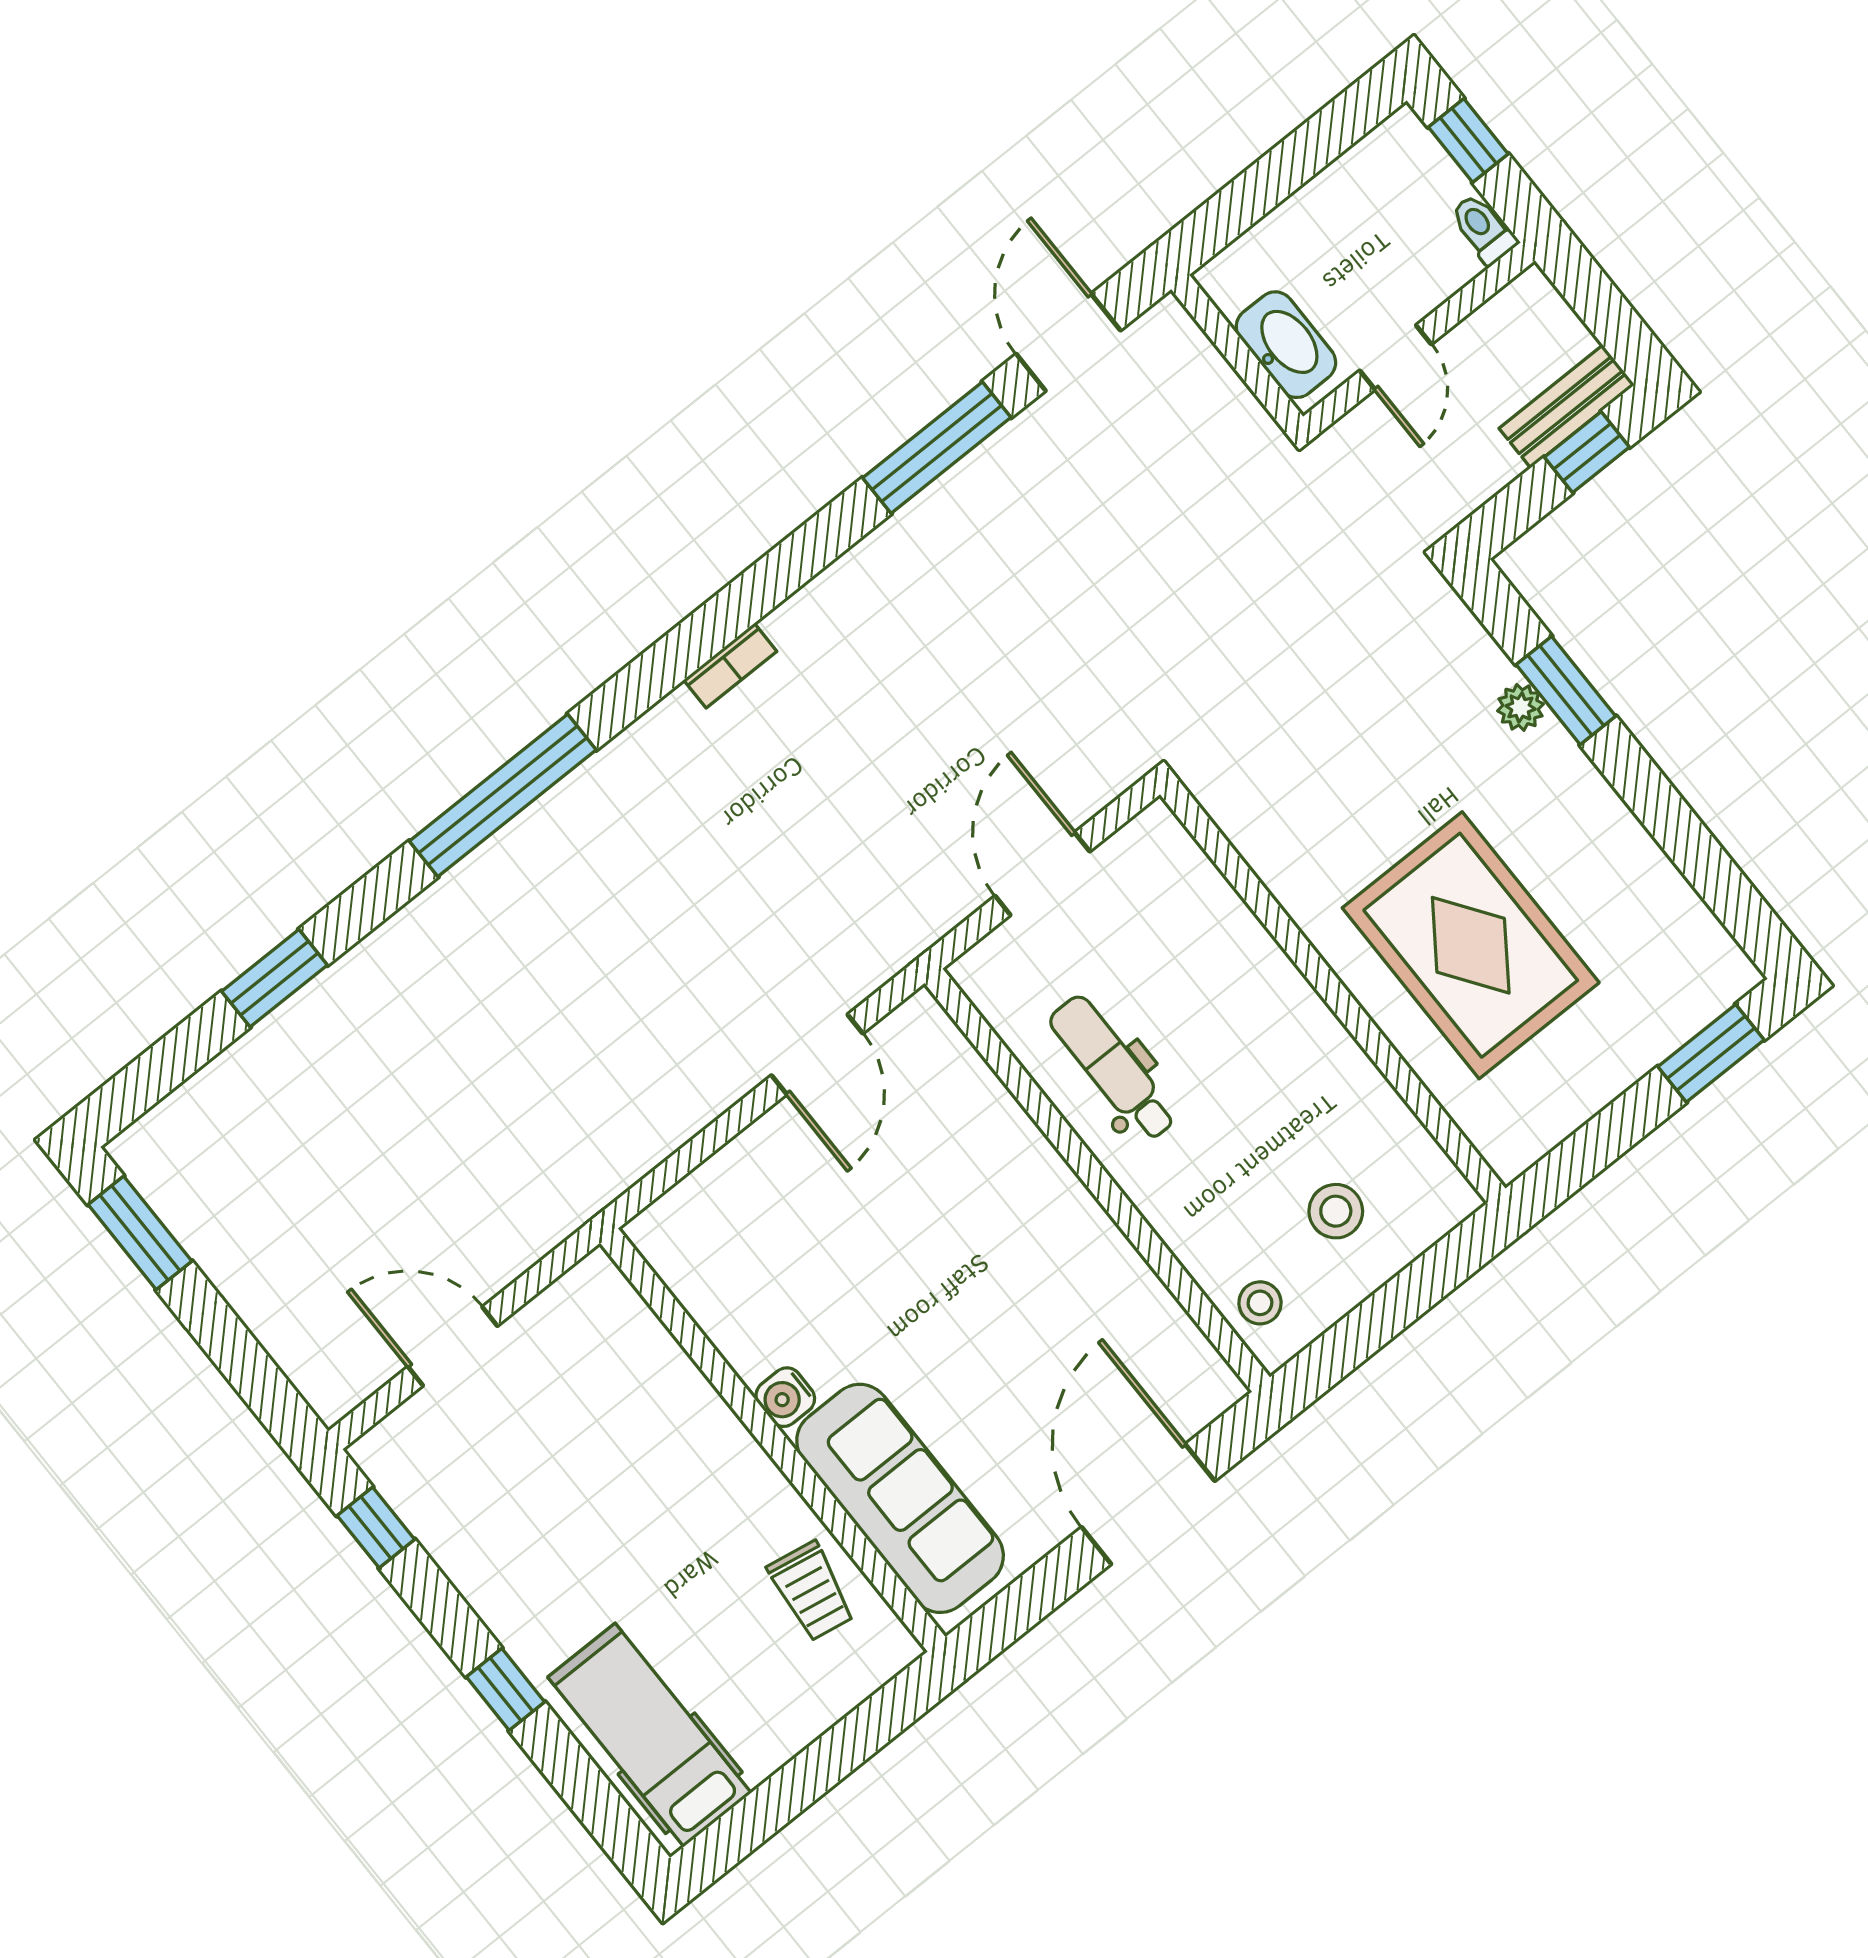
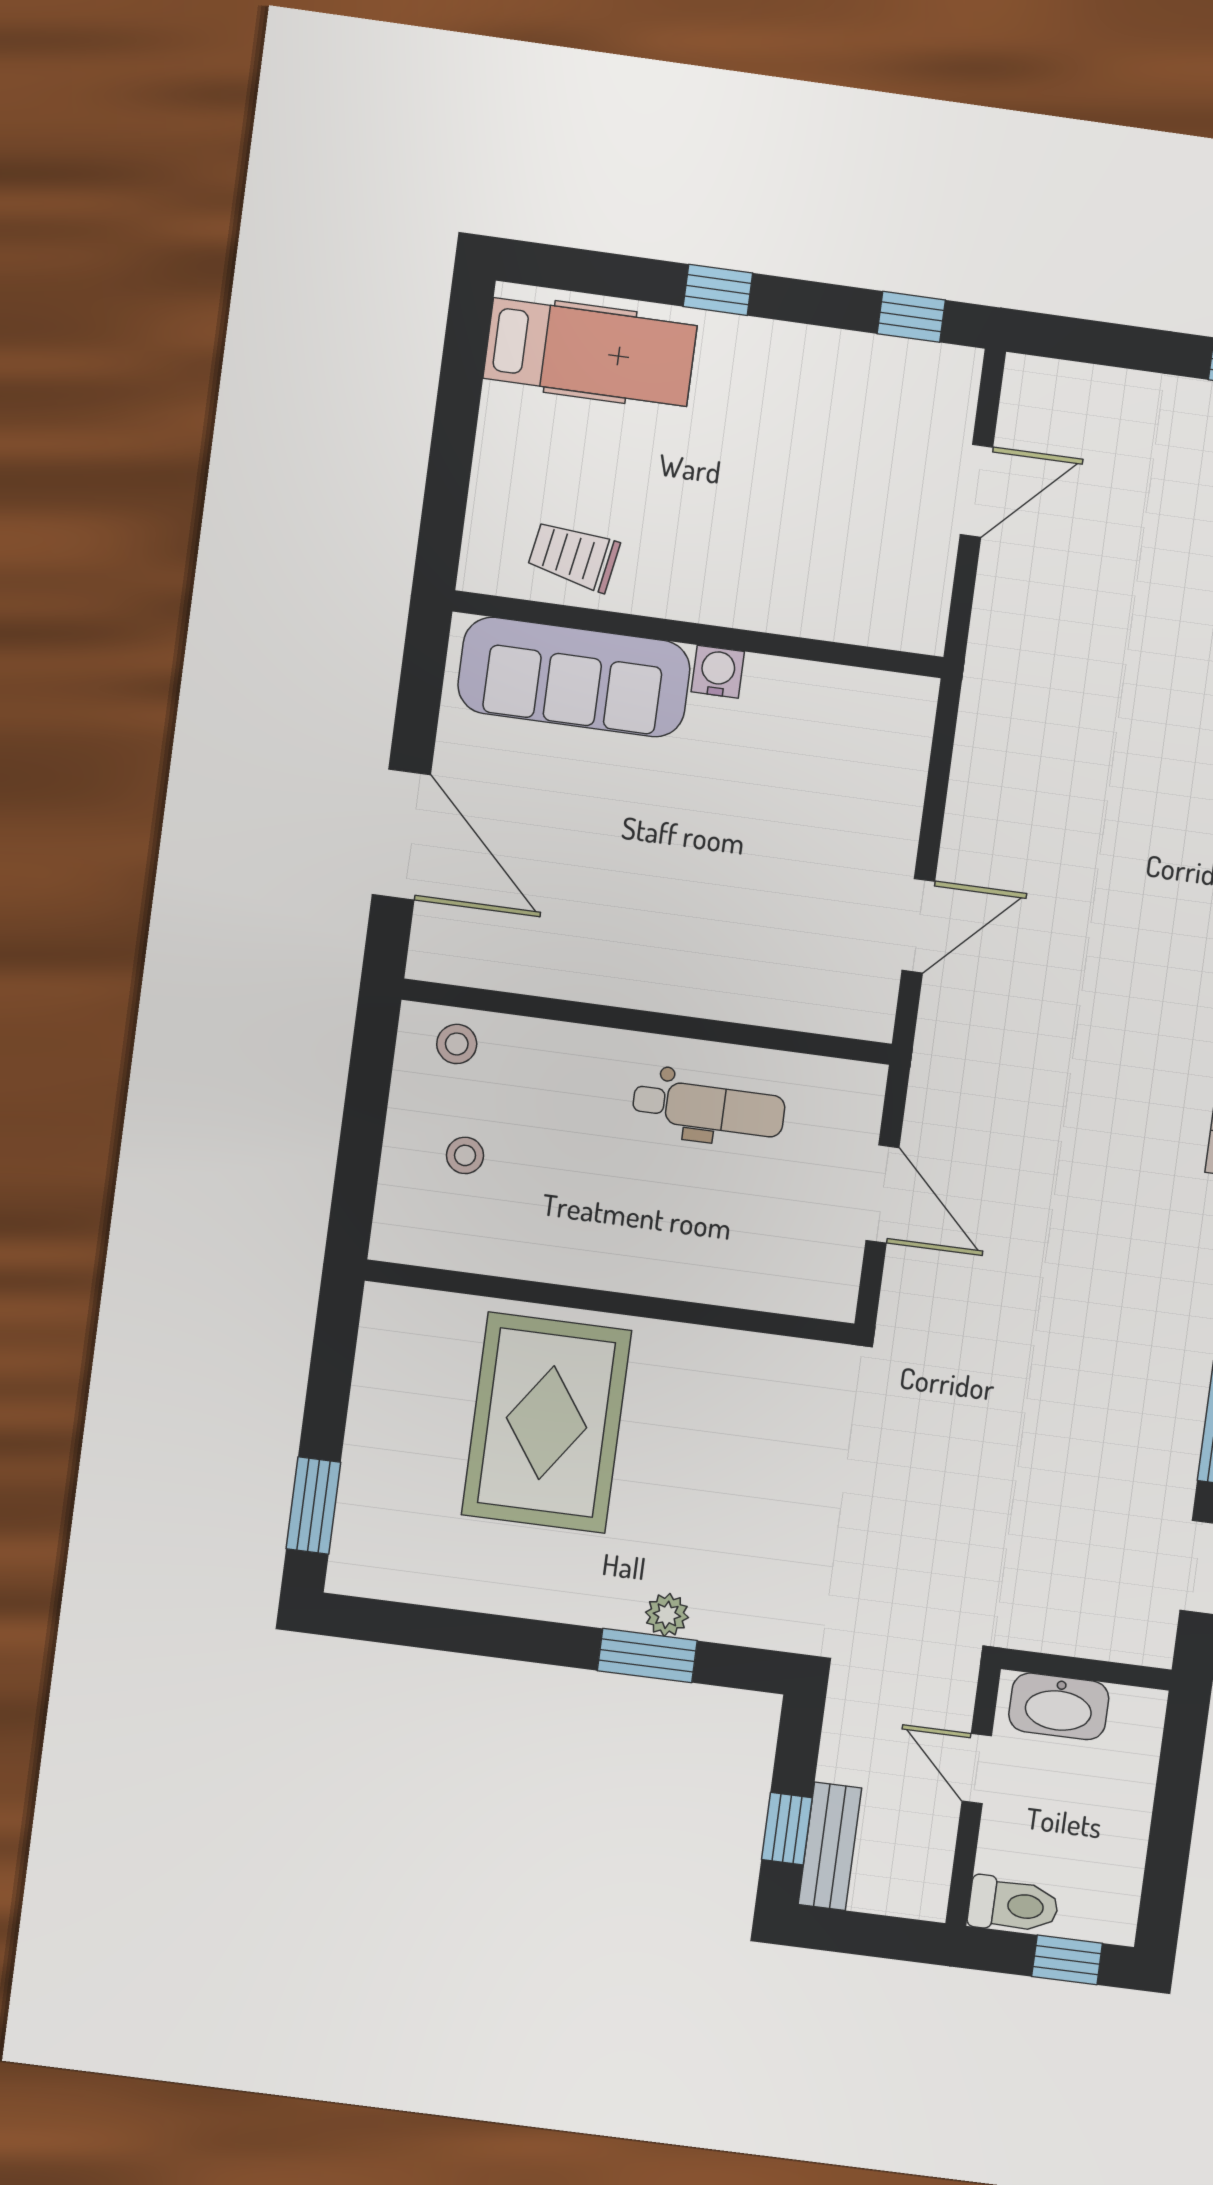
toilet: (1483, 229) -> (1013, 1905), width x1.37, depth x1.39
rug: (1471, 945) -> (547, 1423), turned 90
door: (817, 1054) -> (918, 926), swing flipped
stool: (1336, 1211) -> (465, 1155), width x0.73, depth x0.73

